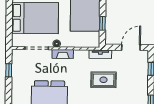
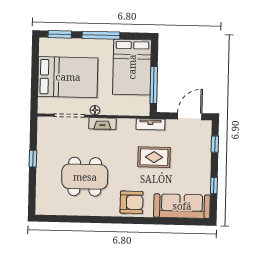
window: (102, 23) -> (154, 85), width x2.17
window: (9, 70) -> (33, 159), moved

